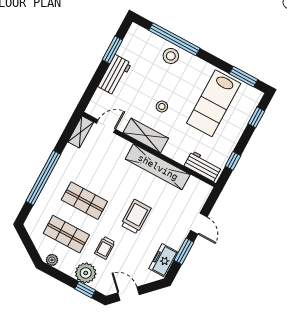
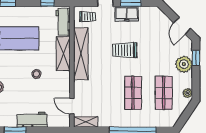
shelving: (146, 136) -> (63, 54), moved
trolley: (105, 248) -> (88, 17), moved
freezer: (163, 260) -> (127, 14), moved

